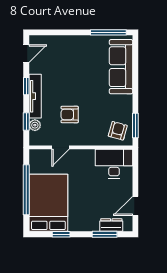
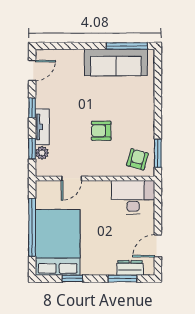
sofa: (121, 67) -> (116, 63), moved, turned -90
tv unit: (35, 96) -> (42, 127), width x0.71
armchair: (70, 115) -> (101, 131), moved

